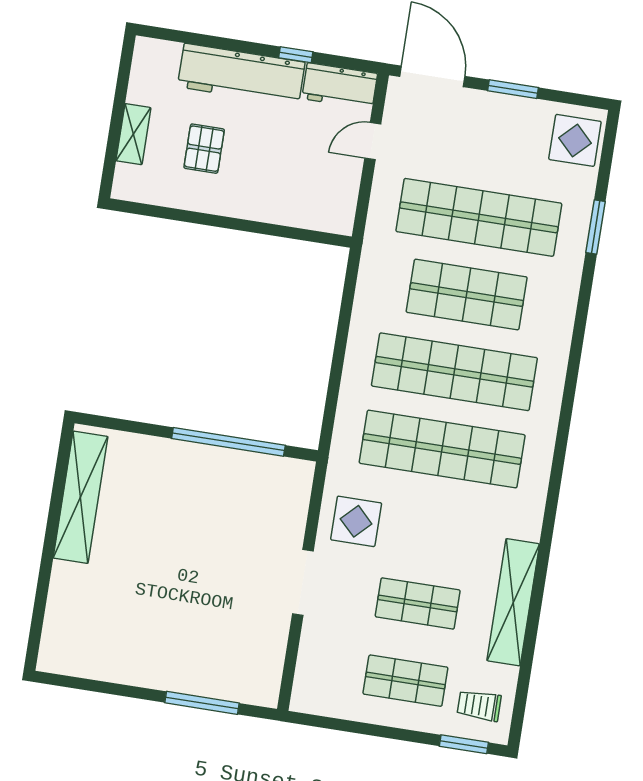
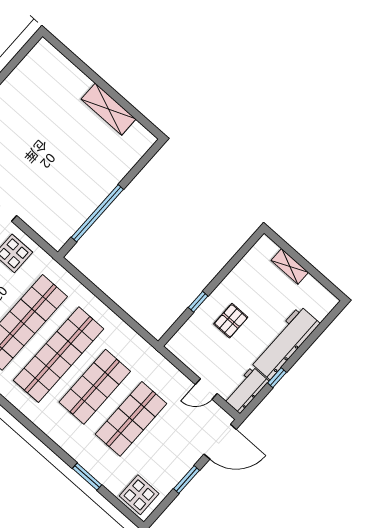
door: (373, 141) -> (206, 389), swing flipped
pallet: (204, 149) -> (231, 321), moved, turned 90
shop shelf: (479, 217) -> (131, 419), width x0.71
window: (261, 228) -> (198, 302), added
shelving: (80, 497) -> (108, 109), width x0.68

